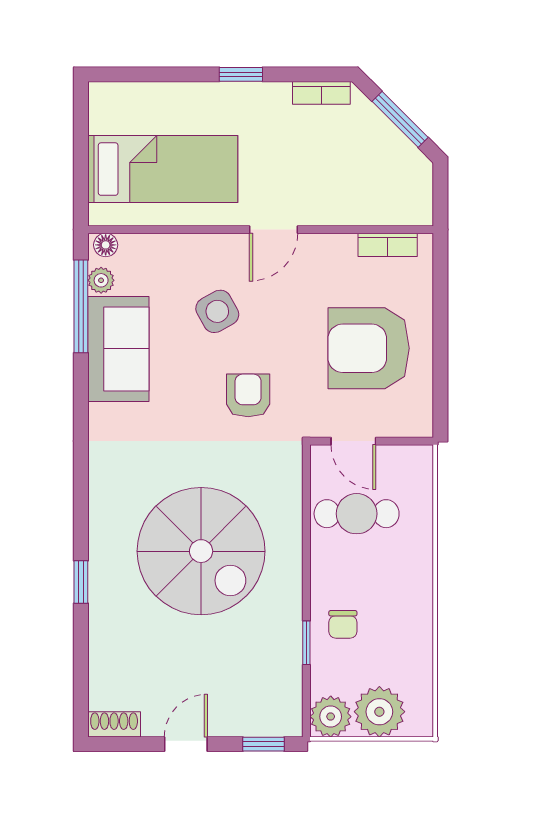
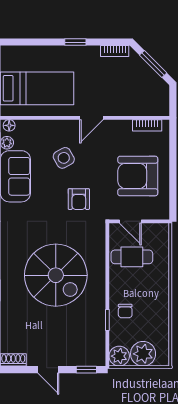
armchair: (248, 395) -> (79, 199), turned 180
door: (186, 744) -> (48, 370), swing flipped

